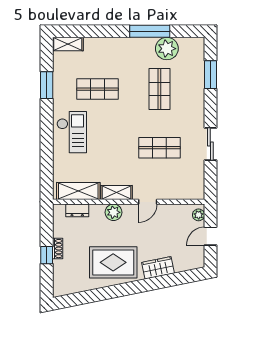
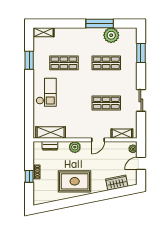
shop shelf: (159, 89) -> (106, 63), turned 90
shelving: (117, 193) -> (122, 134), moved
wardrobe: (158, 268) -> (117, 183), moved

